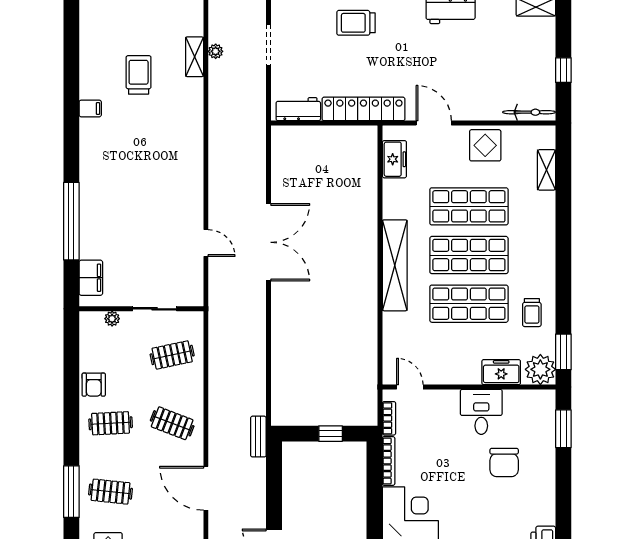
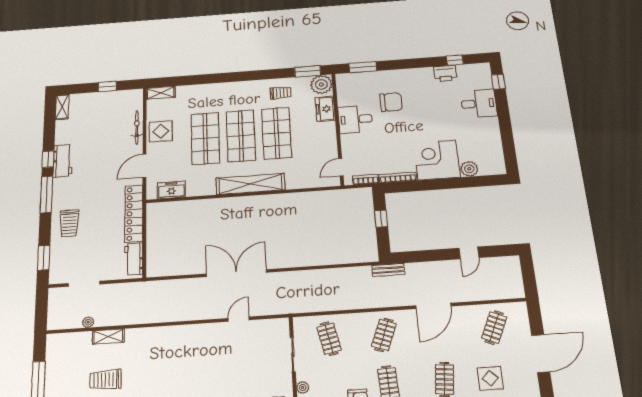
shelving: (195, 57) -> (108, 337), moved
bicycle: (529, 112) -> (137, 127), moved
shelving: (547, 170) -> (161, 93), moved

